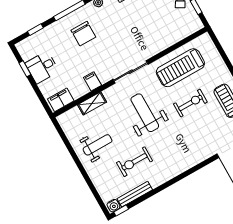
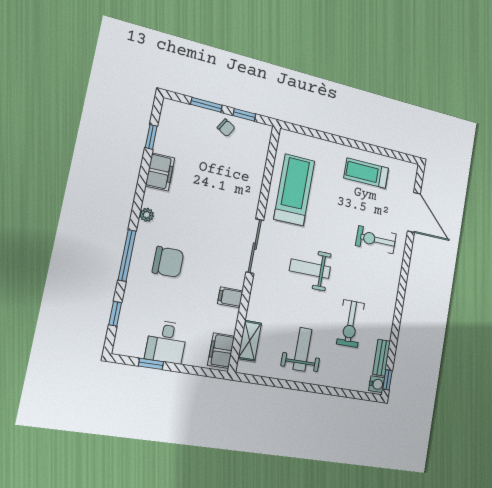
treadmill: (180, 68) -> (294, 190), turned 180
shelving: (92, 103) -> (250, 341), moved
exercise bike: (190, 103) -> (376, 240), moved, turned -90
weight bench: (145, 113) -> (310, 269), width x0.73, depth x0.75
bench: (135, 194) -> (382, 358), width x0.73

